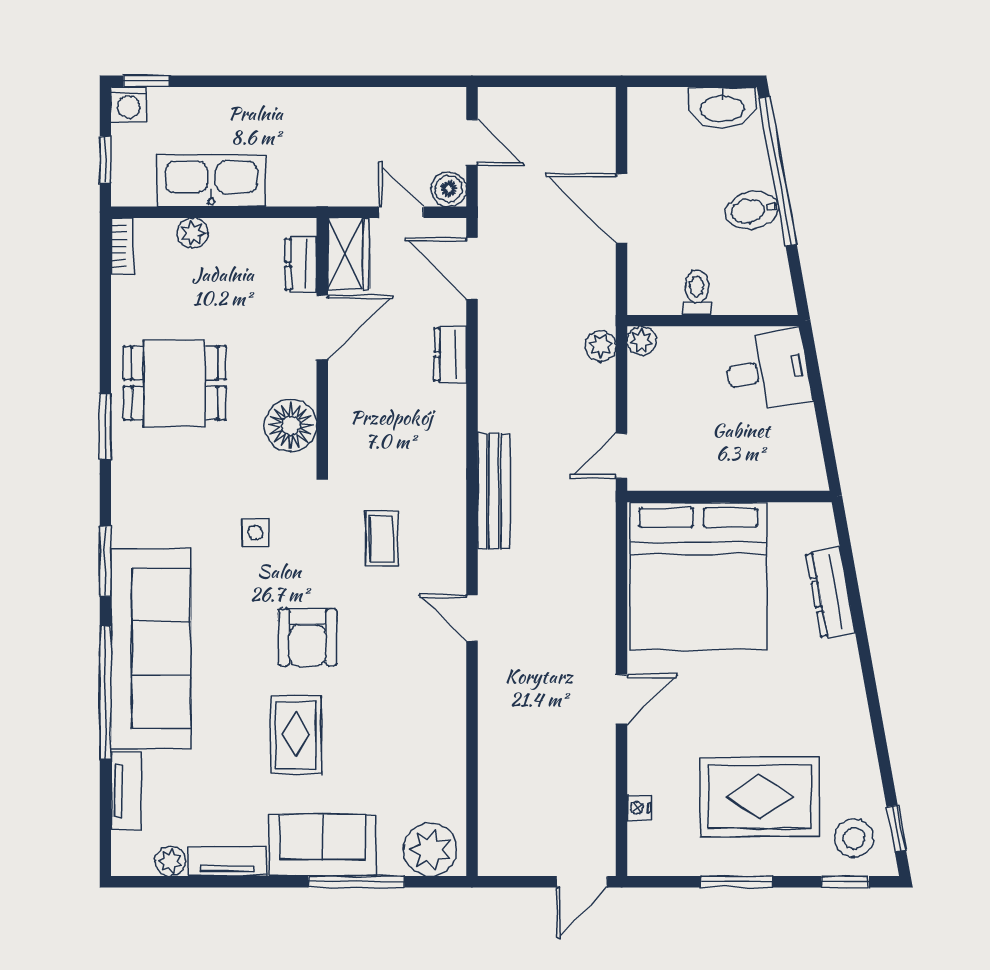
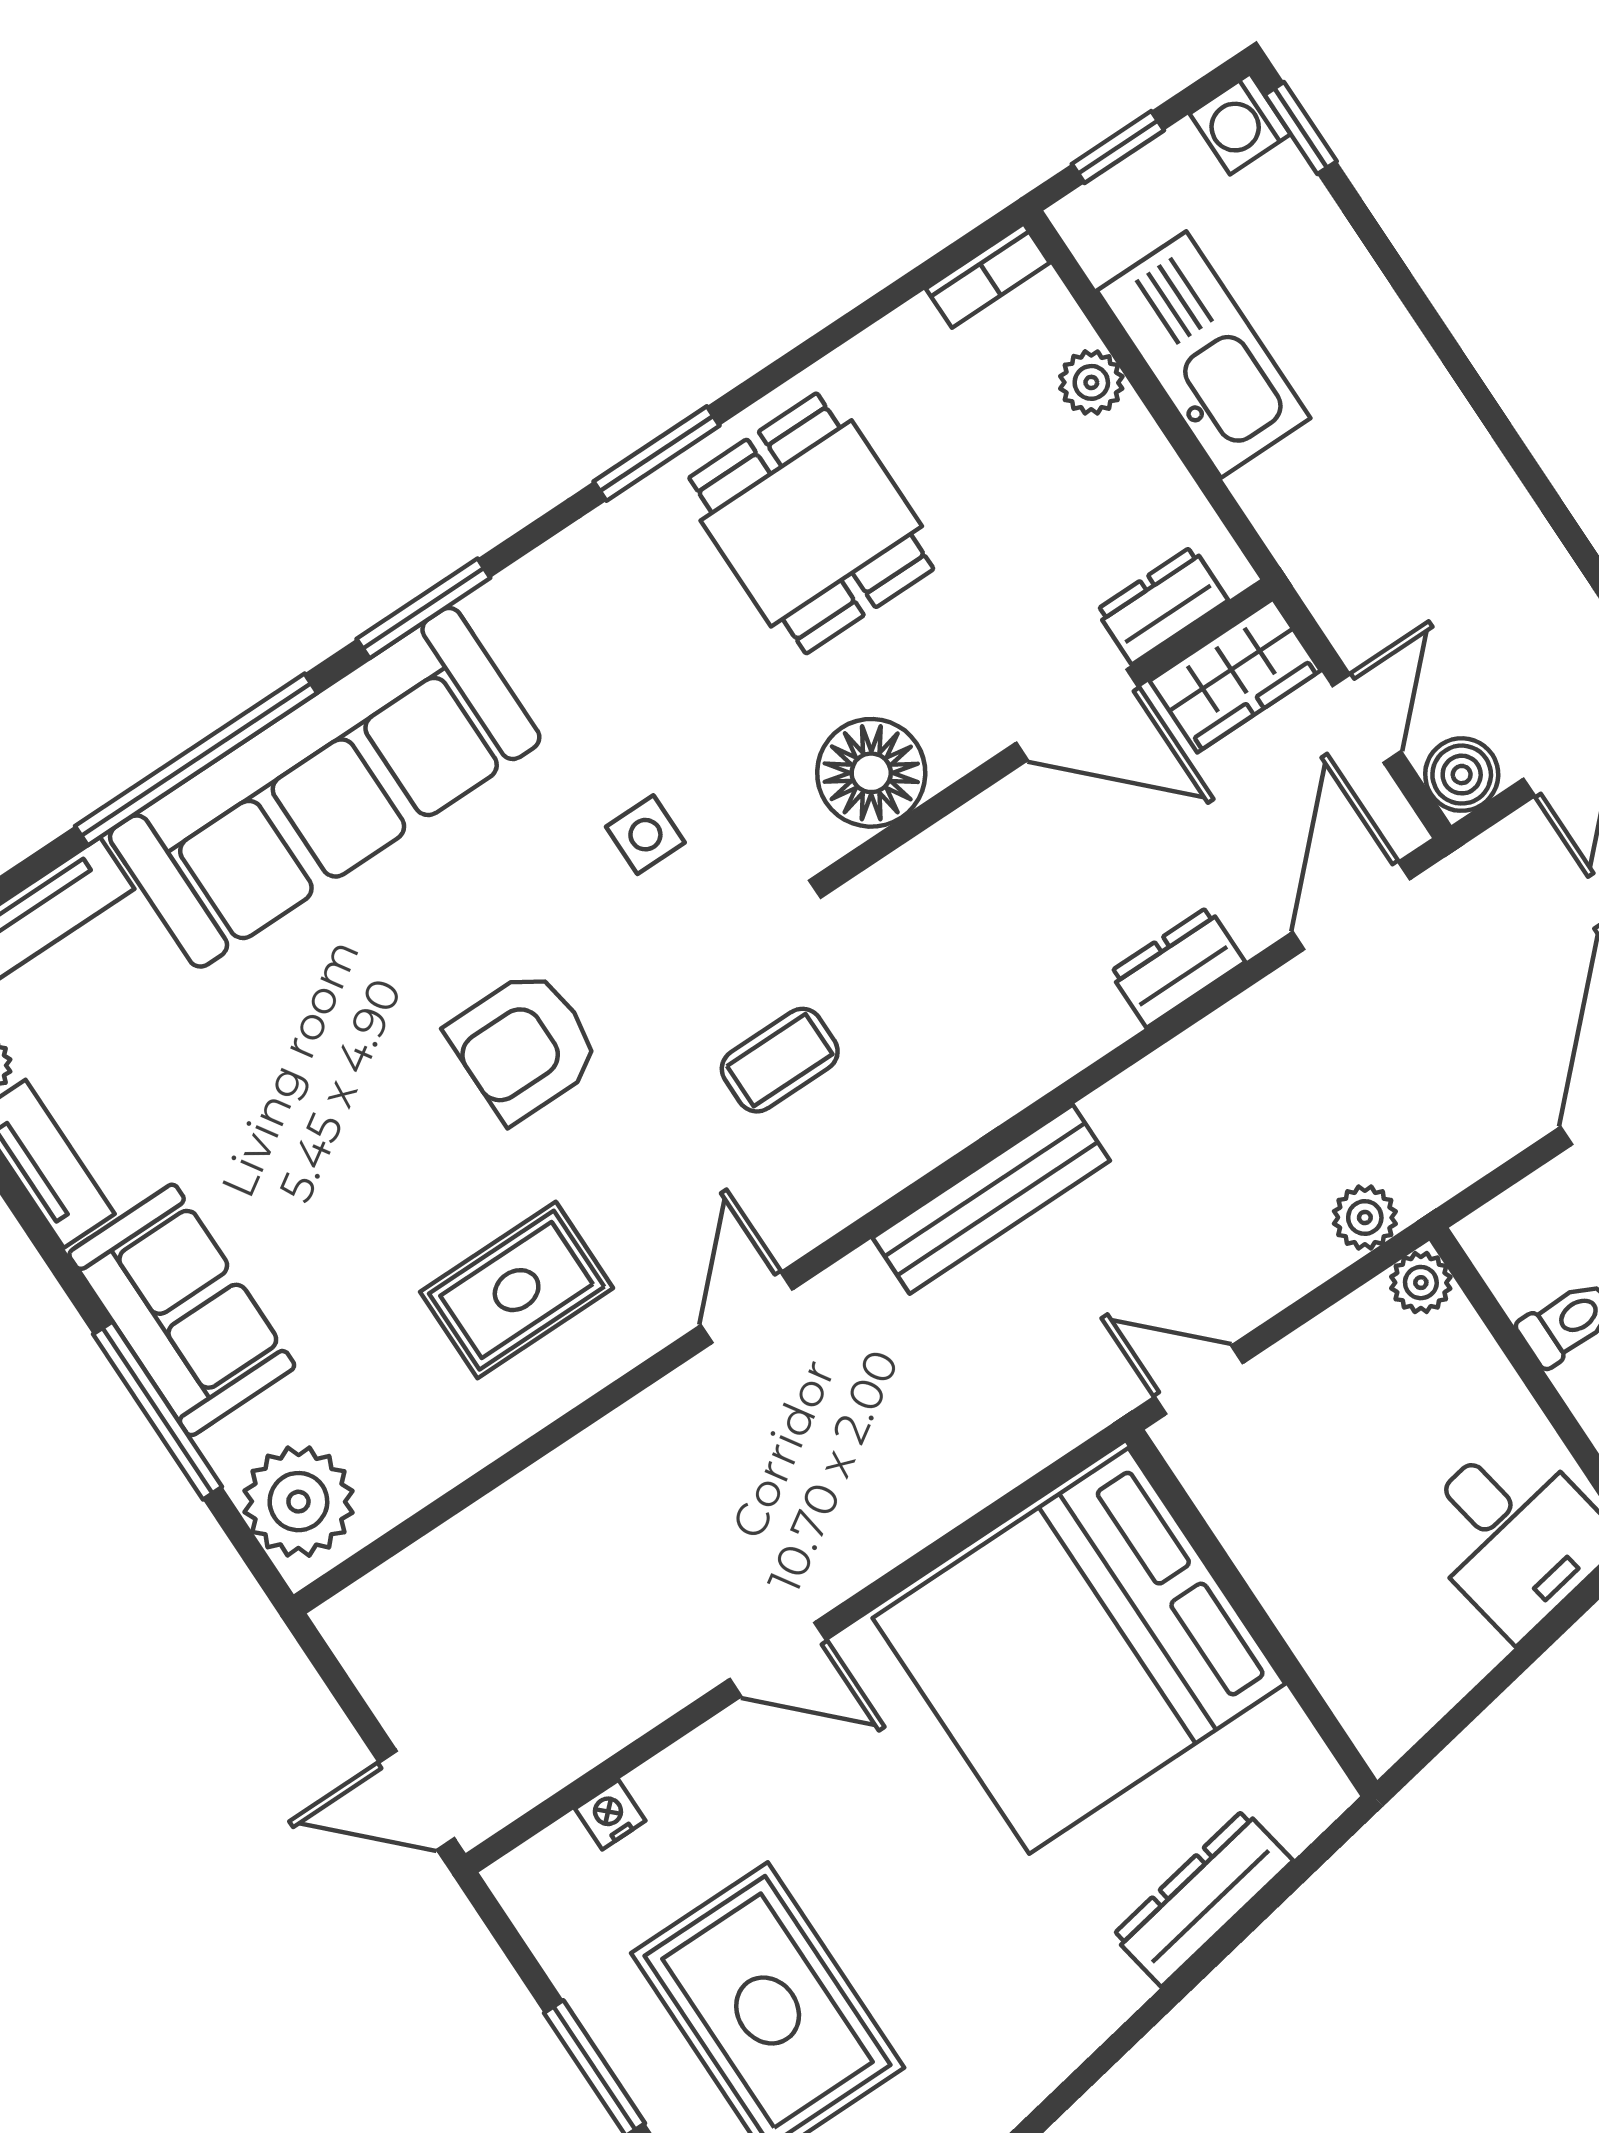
rug: (296, 734) -> (517, 1290), moved

